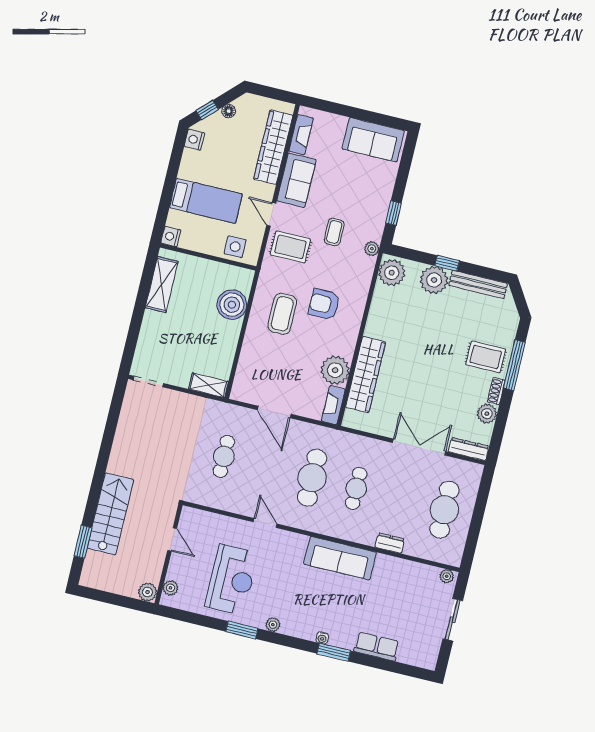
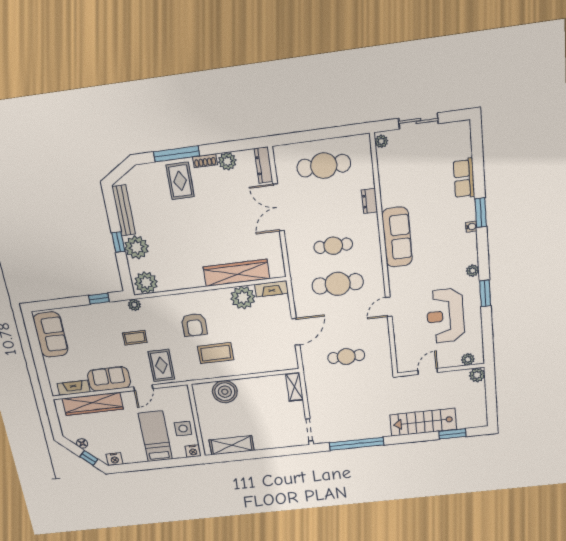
side table: (235, 247) -> (183, 429), moved
window: (110, 429) -> (356, 444), added
reception desk: (232, 580) -> (445, 316), turned -90

